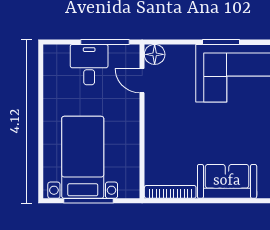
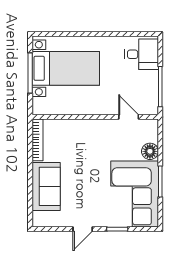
floor lamp: (155, 54) -> (150, 151), moved
desk: (89, 65) -> (142, 54), moved
door: (142, 81) -> (129, 117), hinge flipped

